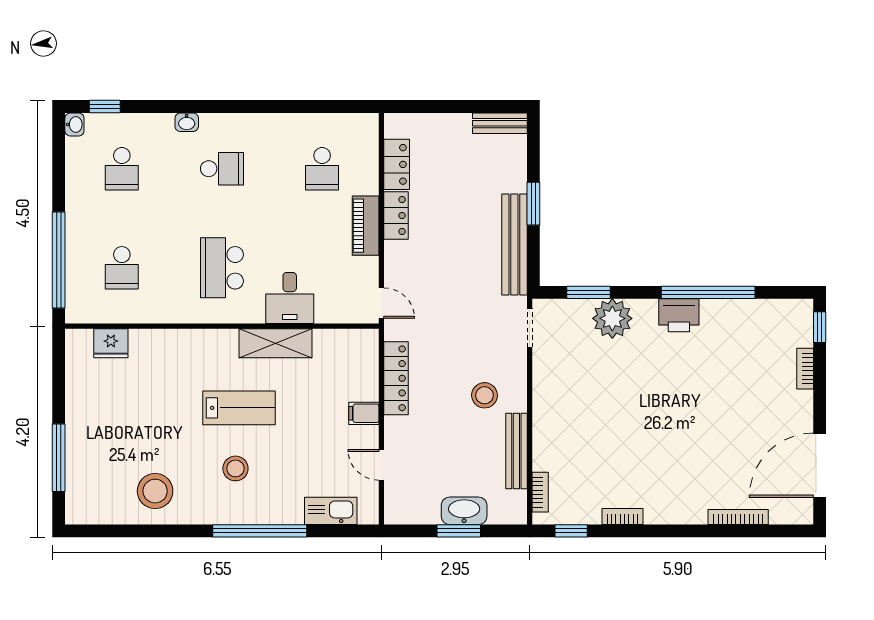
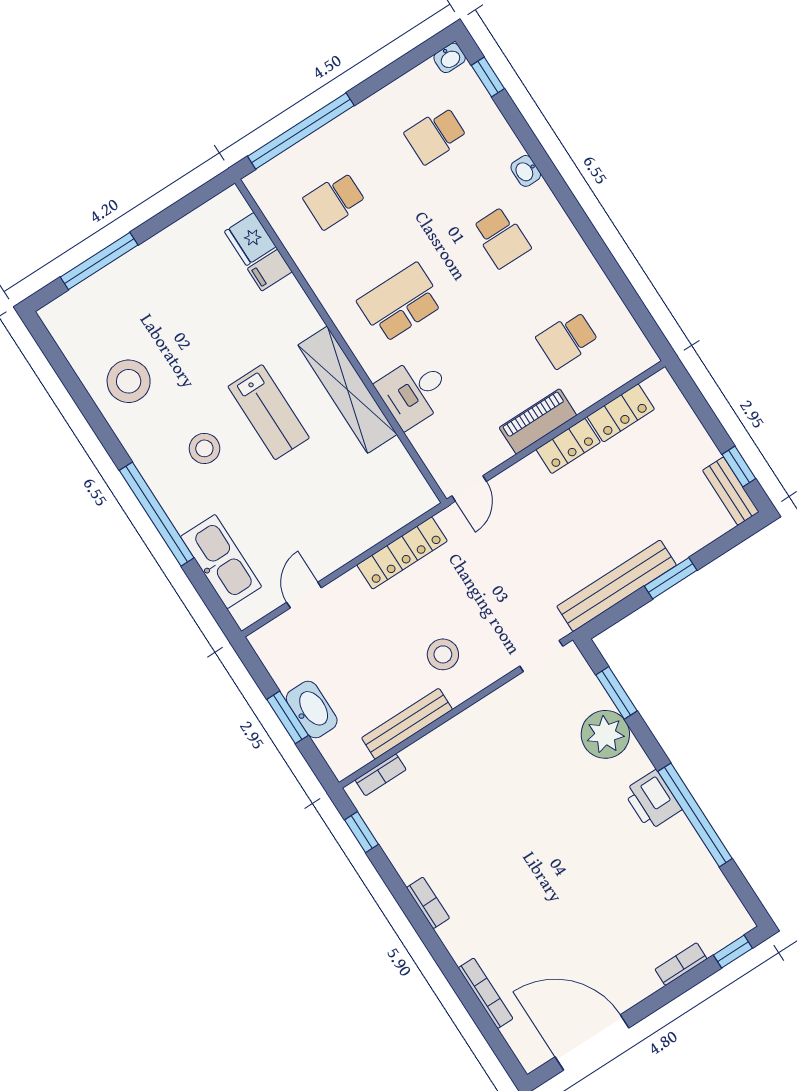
window: (486, 107) -> (739, 466), added
shelving: (276, 343) -> (347, 390), width x1.47
filing cabinet: (364, 413) -> (270, 270), moved, turned -90
kitchen sink: (331, 511) -> (221, 562), width x1.36, depth x1.24
bookcase: (622, 516) -> (428, 903), moved

